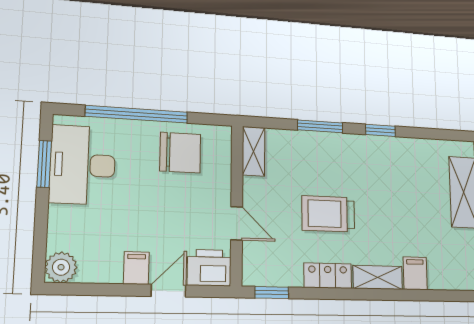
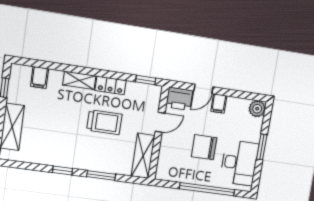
shelving: (253, 151) -> (143, 156), width x1.50, depth x1.33
chair: (180, 153) -> (204, 147), moved
window: (44, 164) -> (262, 147), moved
door: (237, 223) -> (160, 122), swing flipped
filing cabinet: (415, 273) -> (40, 77), moved

